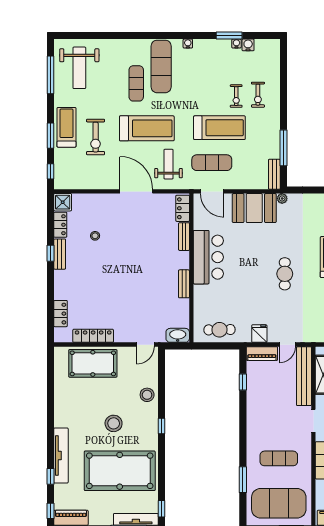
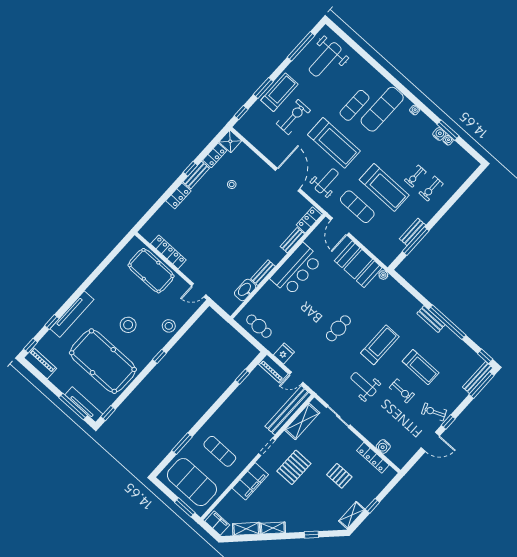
water cooler: (248, 45) -> (439, 134), moved
exercise bike: (96, 137) -> (293, 117), turned 180
bench: (274, 174) -> (413, 232), moved
locker: (61, 314) -> (178, 196), moved
washbasin: (178, 335) -> (245, 290), moved, turned -90

